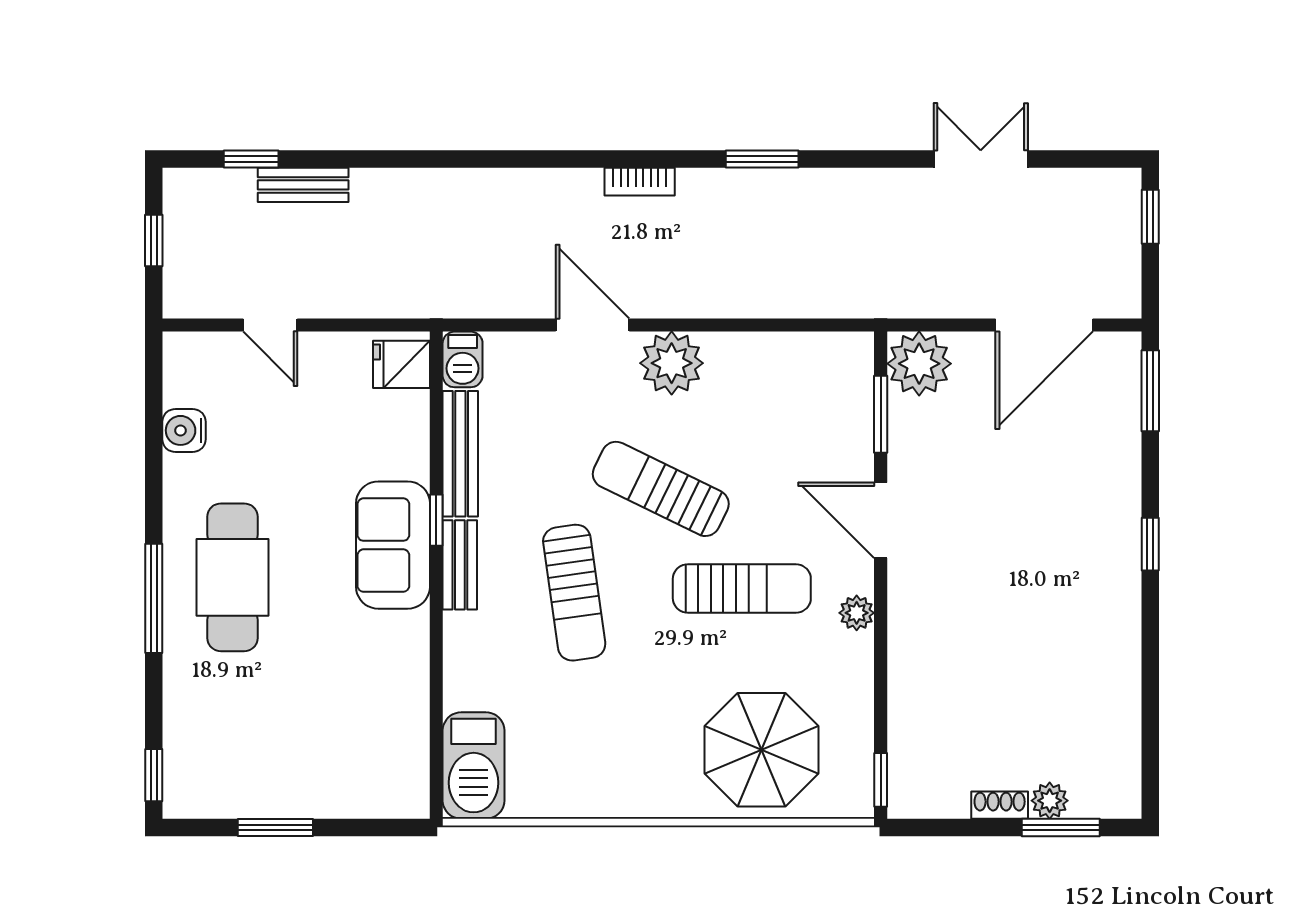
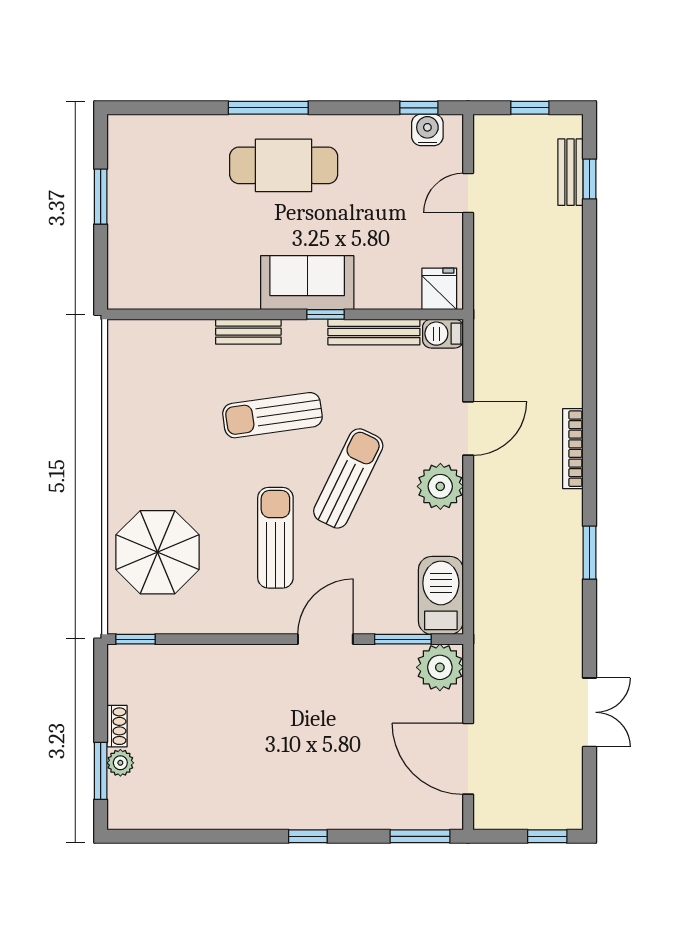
bookcase: (640, 182) -> (573, 449), width x1.56
bench: (303, 185) -> (571, 172), moved
water cooler: (184, 430) -> (427, 130), moved
bench: (460, 565) -> (248, 332), moved
sun lounger: (742, 588) -> (275, 538), turned 180
plant: (857, 613) -> (258, 622), removed
barbecue: (474, 766) -> (441, 595), moved, turned 90
window: (154, 775) -> (419, 108), moved

